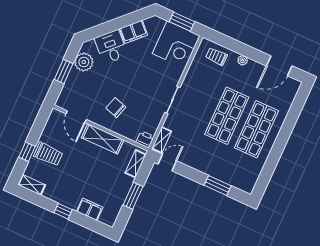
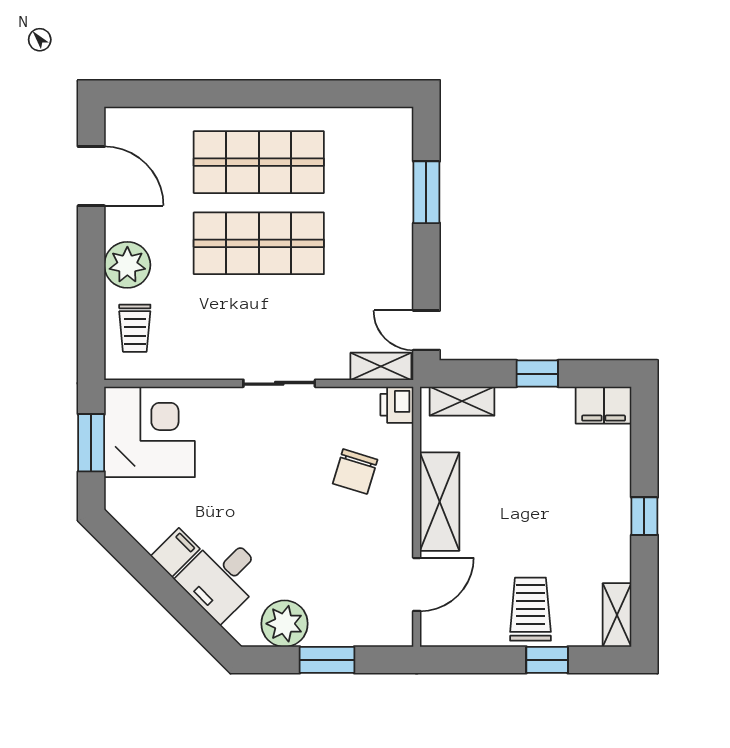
filing cabinet: (134, 32) -> (175, 553), width x0.50
plant: (243, 60) -> (127, 265), width x1.87, depth x1.87
chair: (116, 108) -> (355, 472), moved
window: (133, 196) -> (537, 374), width x0.67
filing cabinet: (90, 209) -> (604, 405), moved, turned -90

